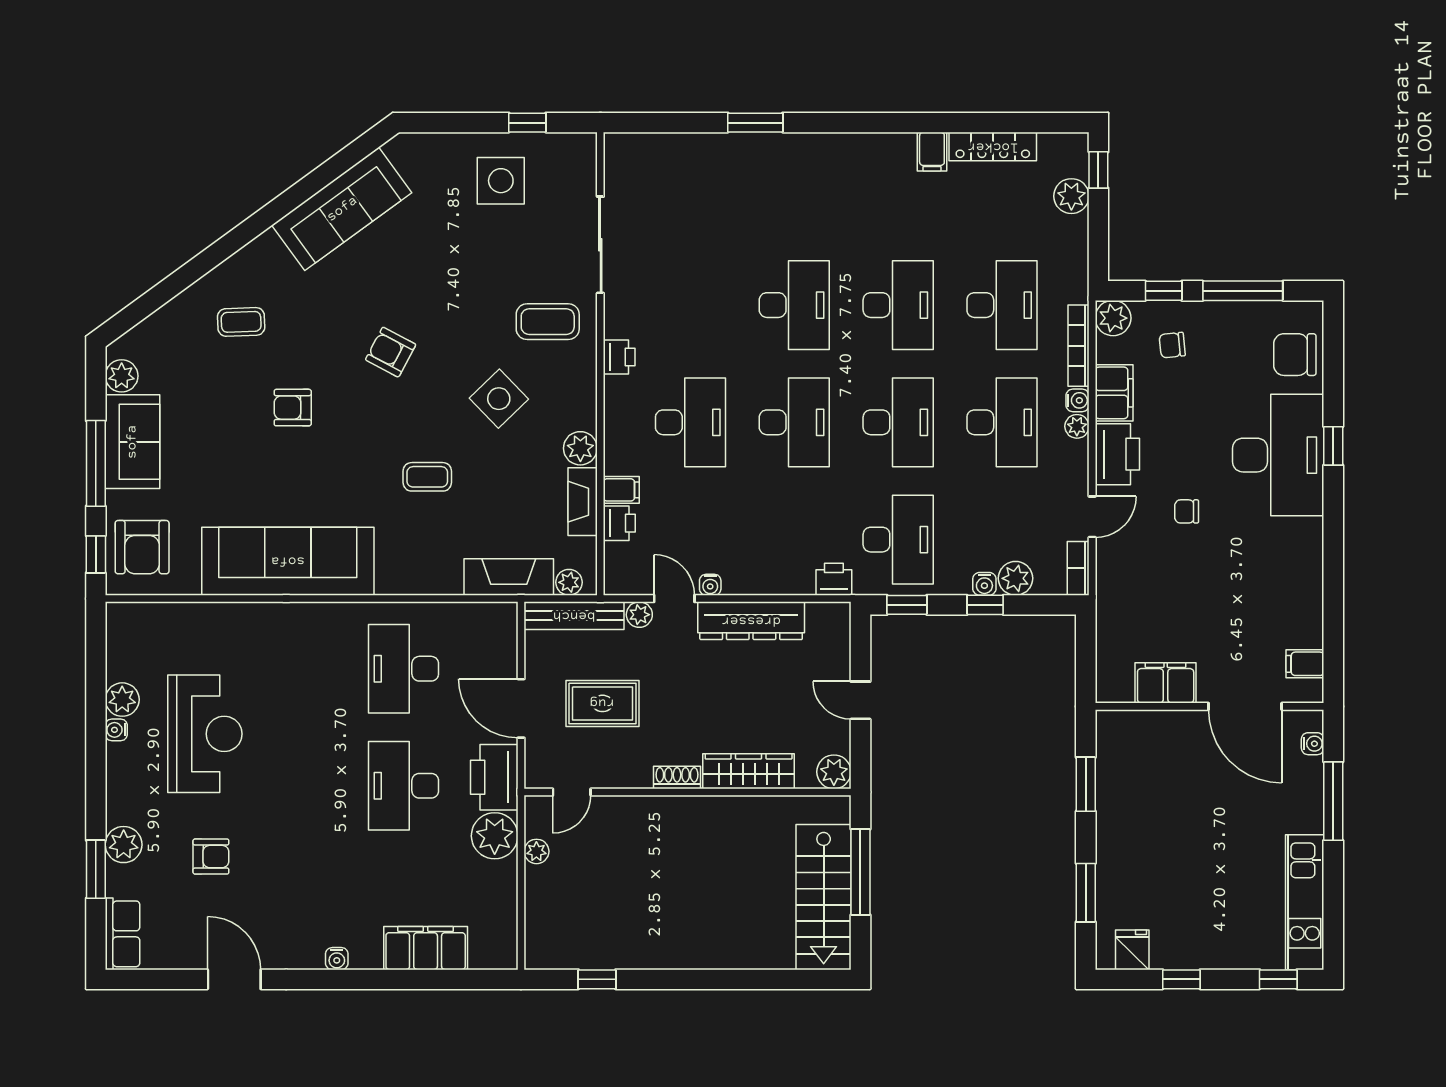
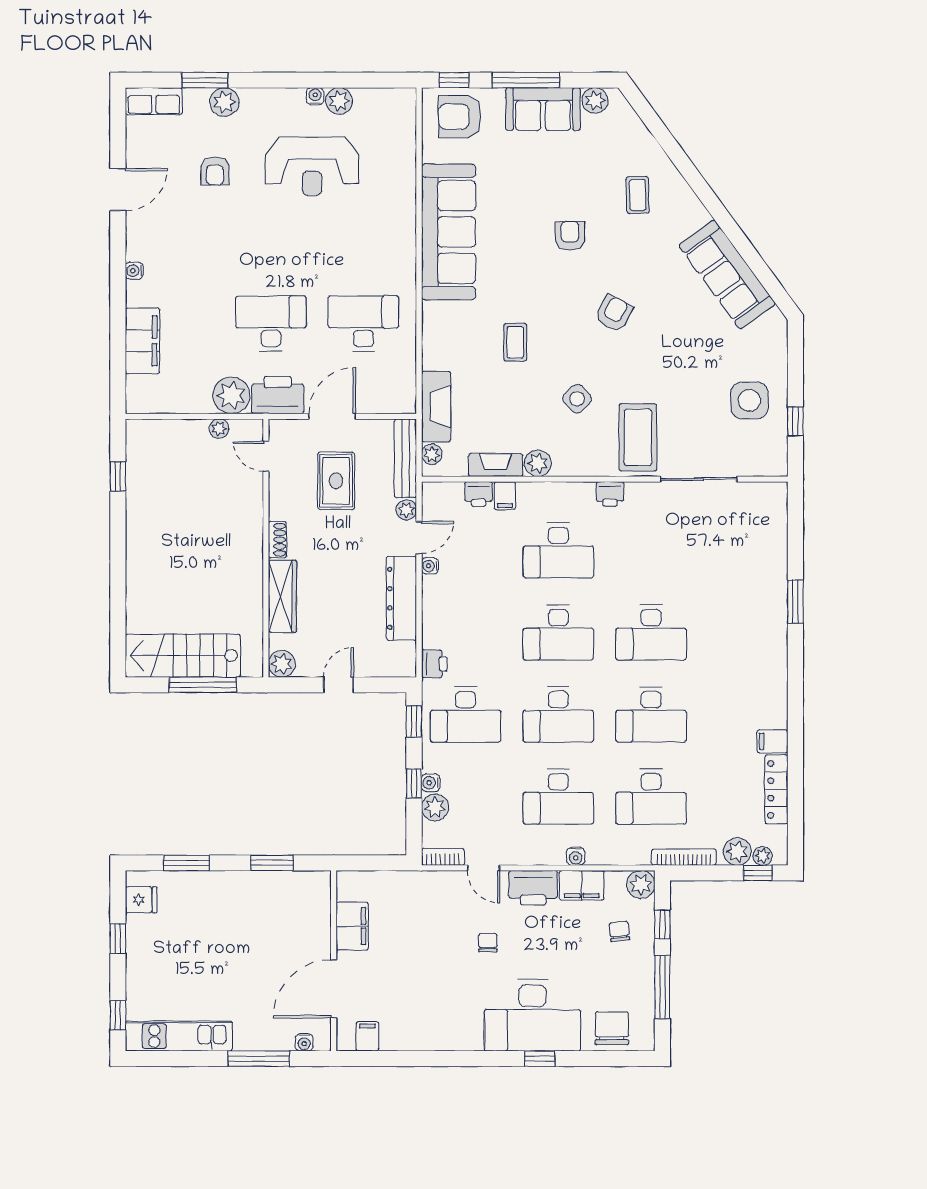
coffee table: (548, 322) -> (638, 437), width x1.36, depth x1.32
bookcase: (1078, 346) -> (684, 857), moved
side table: (499, 399) -> (577, 399), width x0.73, depth x0.73
plant: (1077, 426) -> (763, 856), moved

